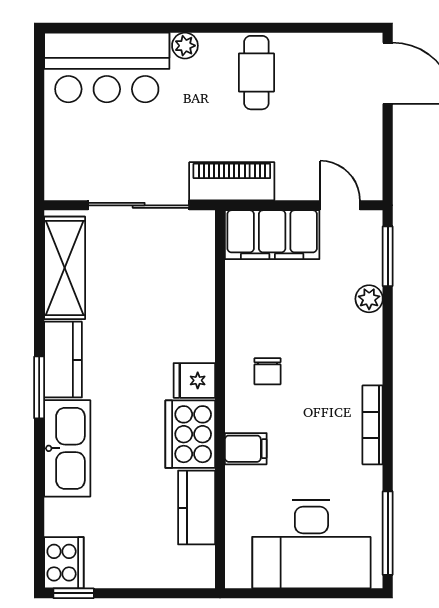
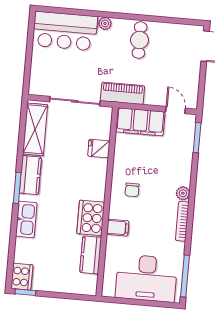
plant: (369, 299) -> (183, 193), moved
fridge: (194, 380) -> (99, 148), moved
kitchen sink: (67, 448) -> (26, 219), width x0.73, depth x0.81

